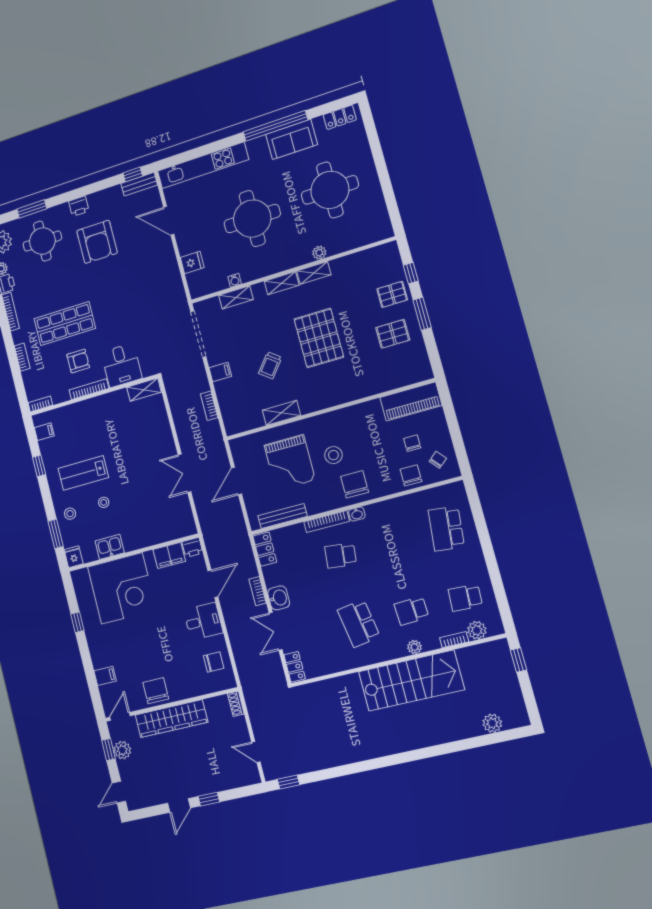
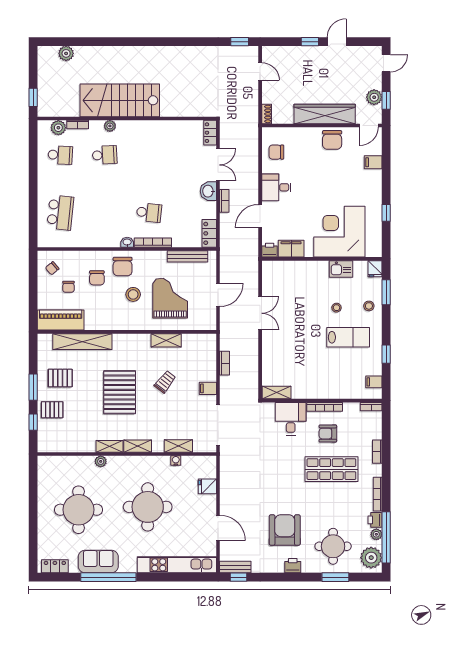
shelving: (378, 384) -> (82, 342), added
chair: (411, 475) -> (97, 278), moved
school desk: (359, 623) -> (149, 155), removed

